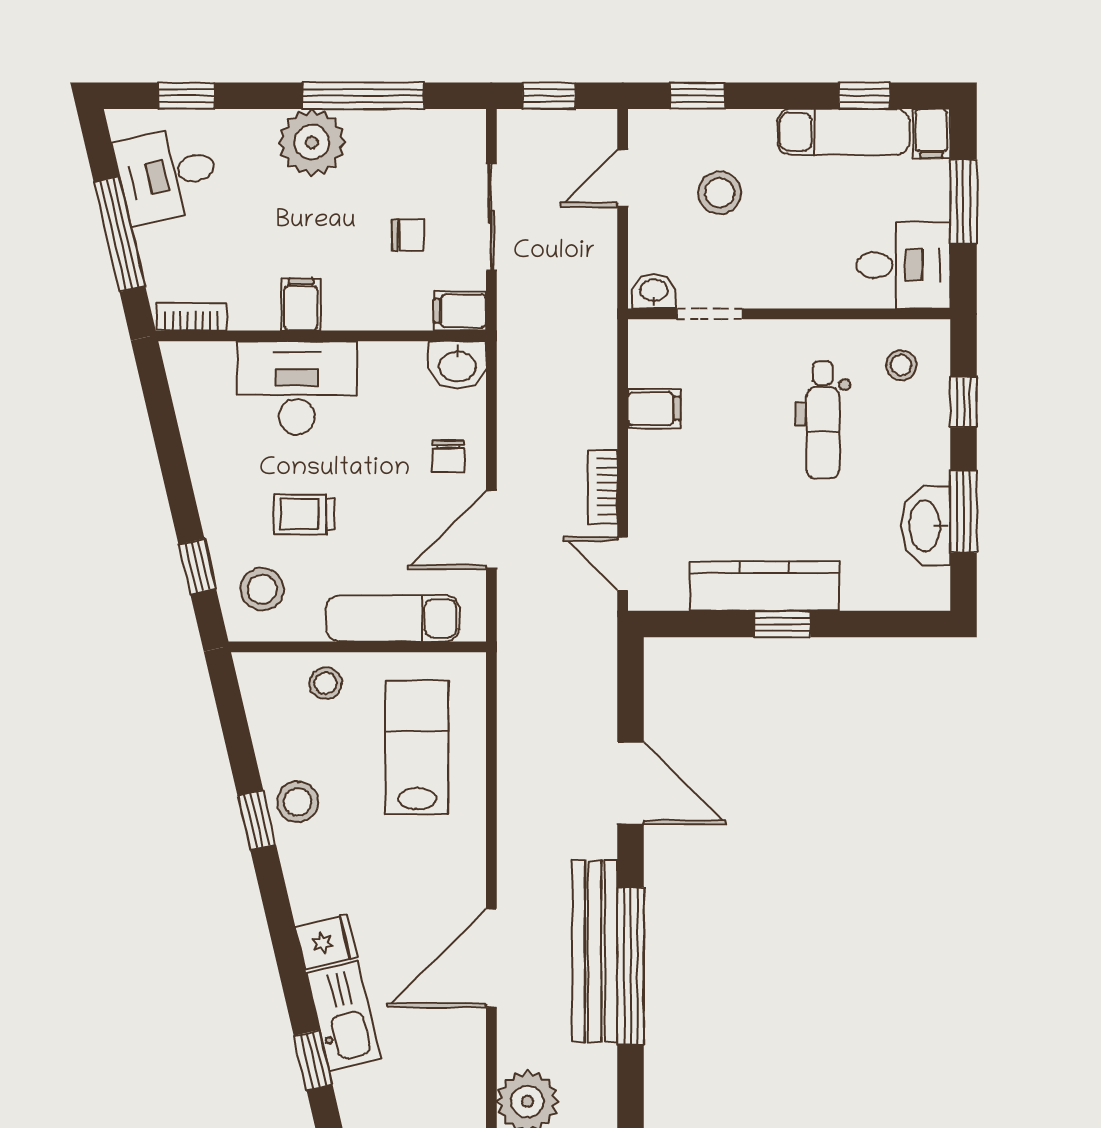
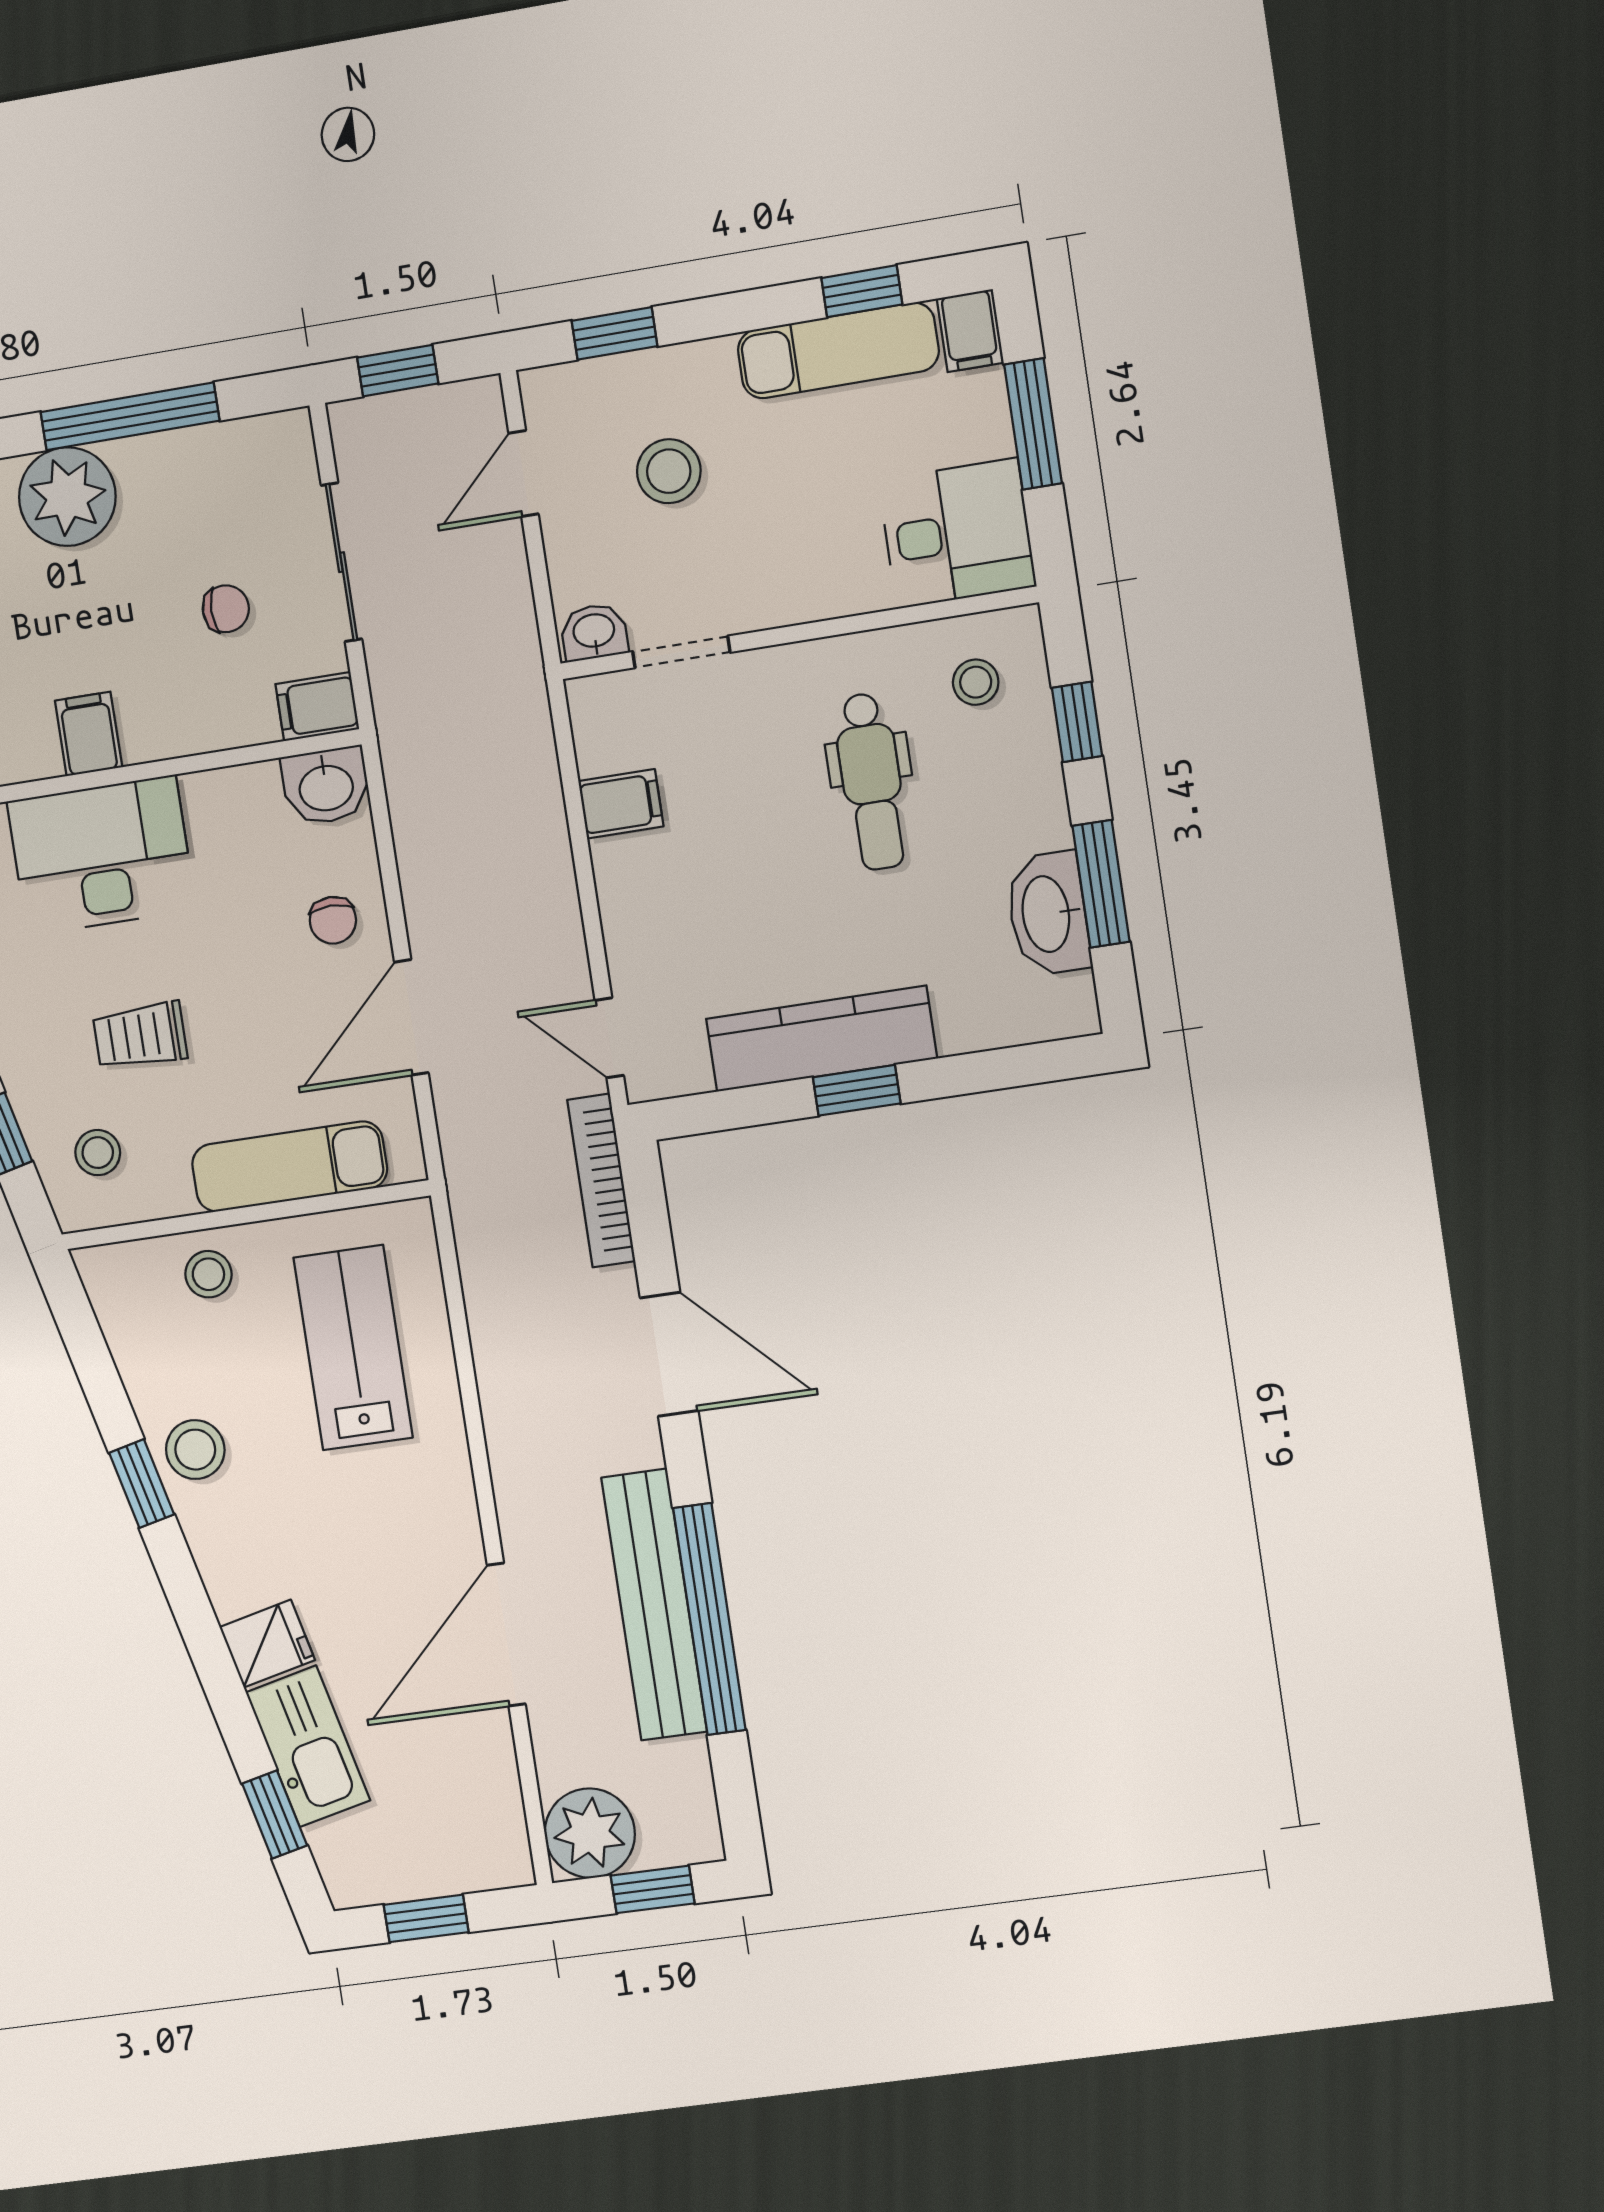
bookcase: (603, 487) -> (601, 1181), moved, width x1.56
stool: (262, 589) -> (98, 1153), width x0.73, depth x0.73

